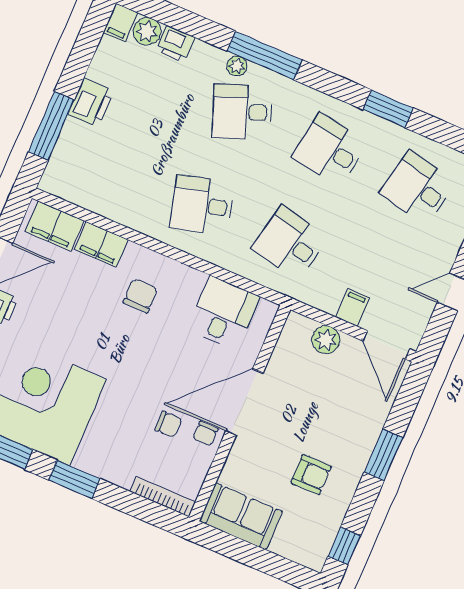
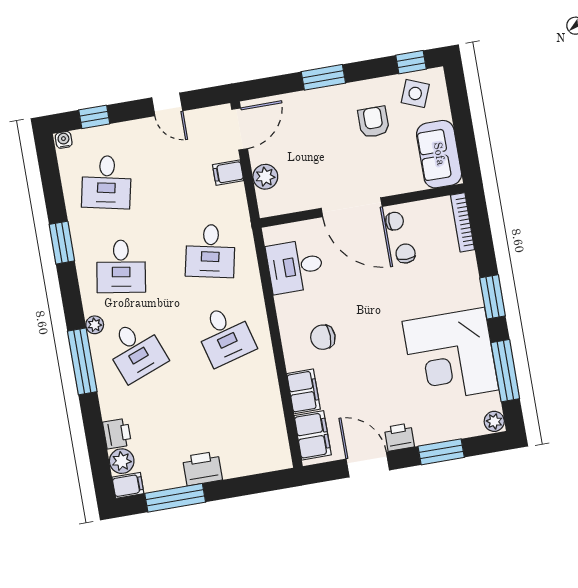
plant: (237, 66) -> (95, 325), moved
window: (51, 126) -> (175, 498), moved
side table: (312, 531) -> (415, 93), added

